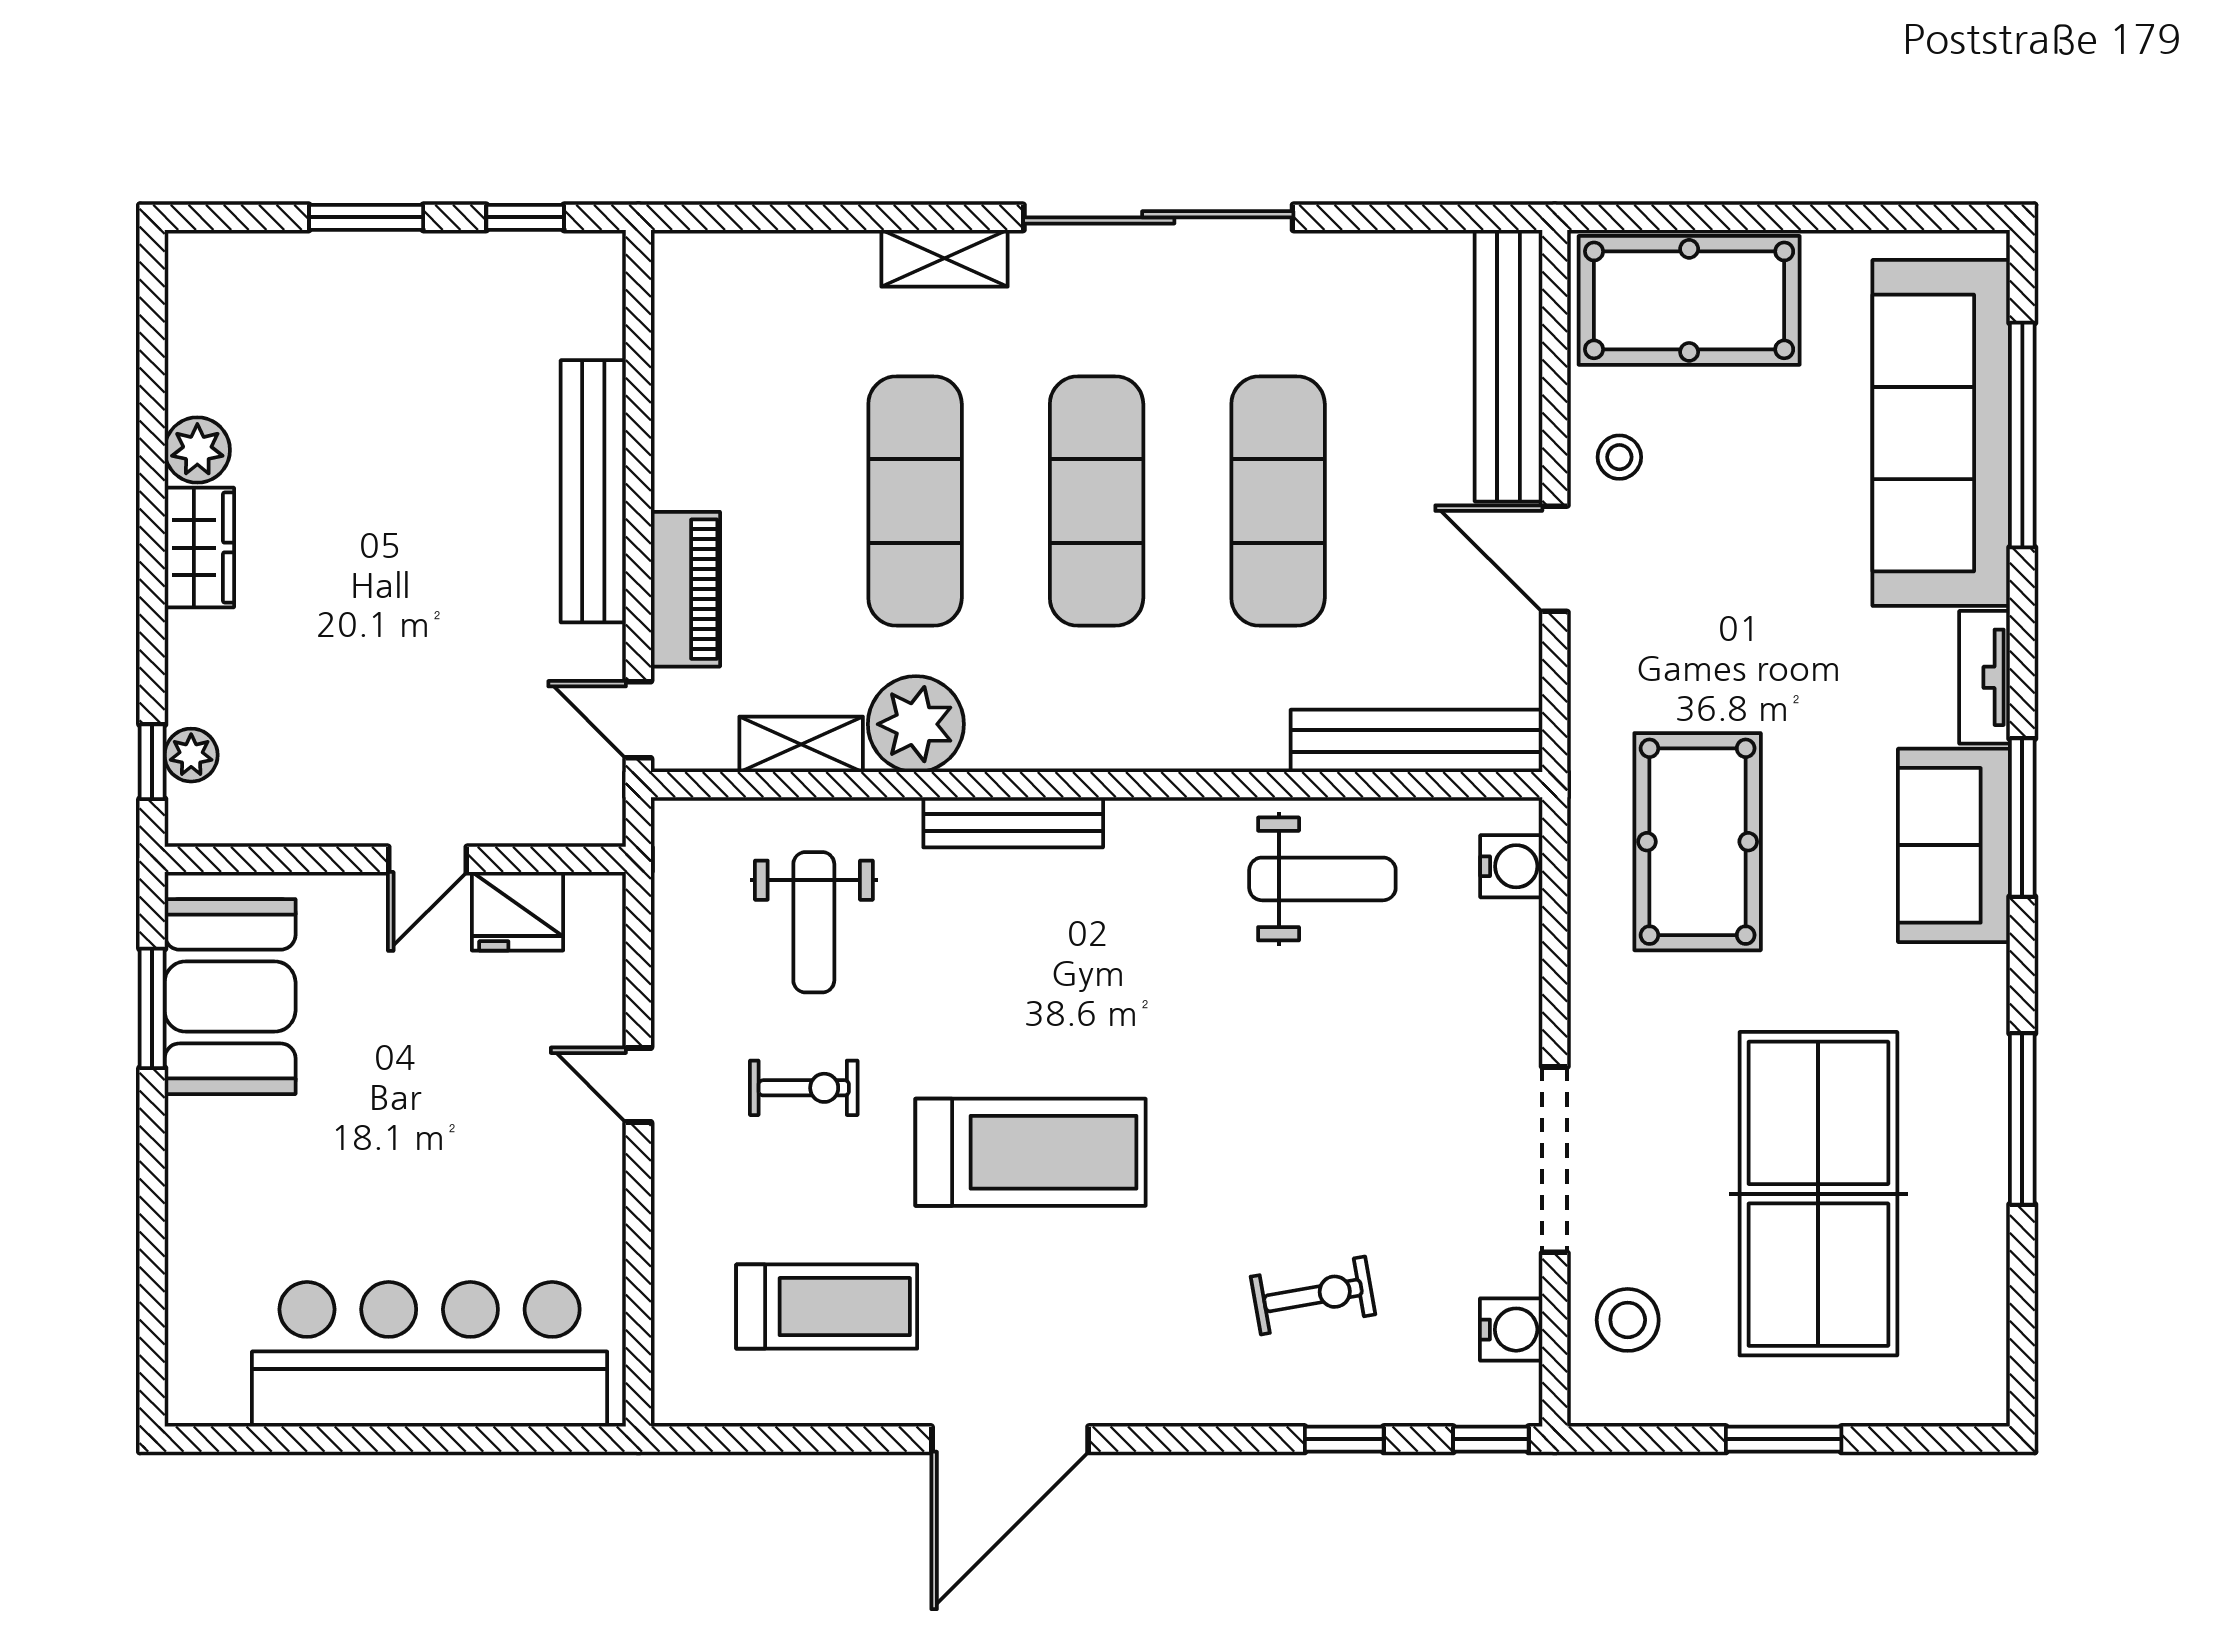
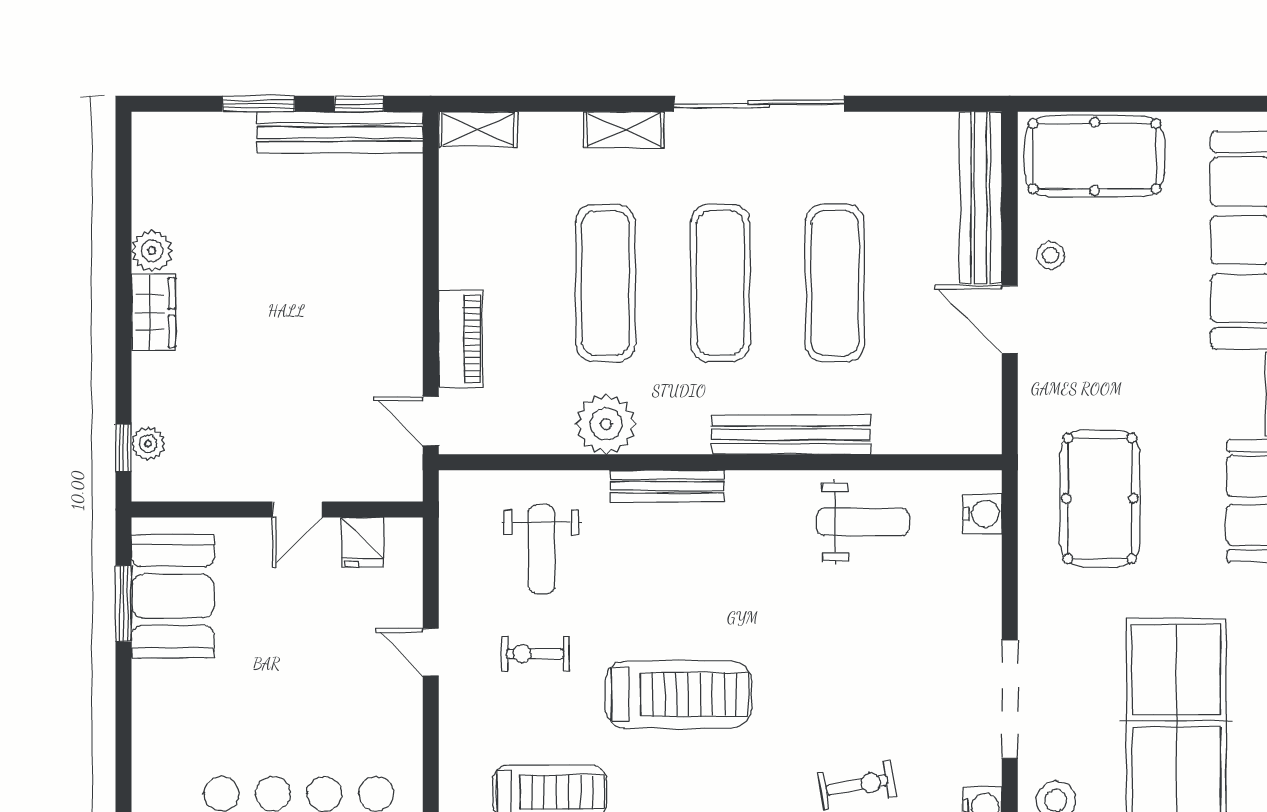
bench: (593, 491) -> (340, 132), moved, turned 90
bench: (1416, 741) -> (791, 435), moved
shelving: (801, 744) -> (478, 129), moved
fridge: (518, 911) -> (362, 542), width x0.72
exercise bike: (804, 1088) -> (535, 654), turned 180

